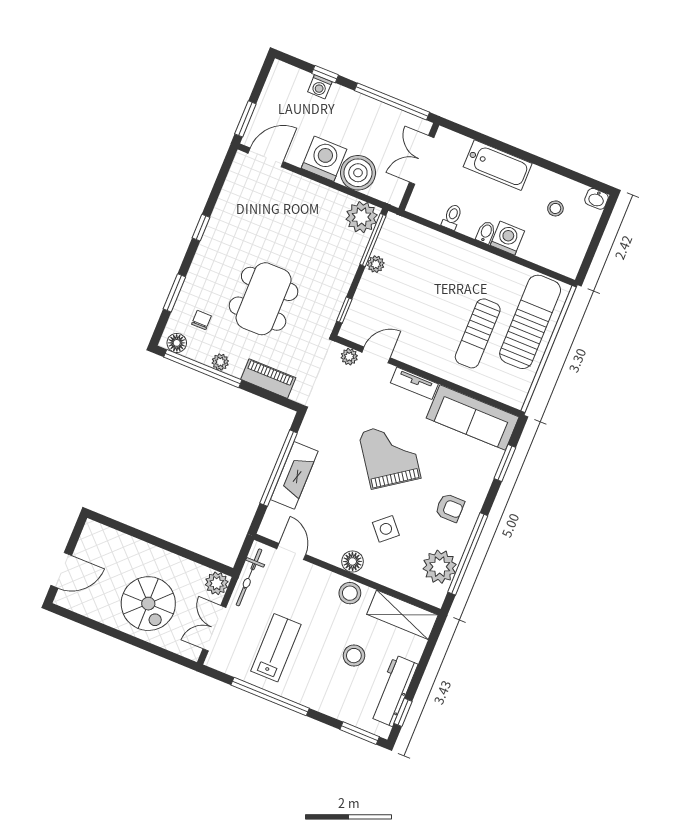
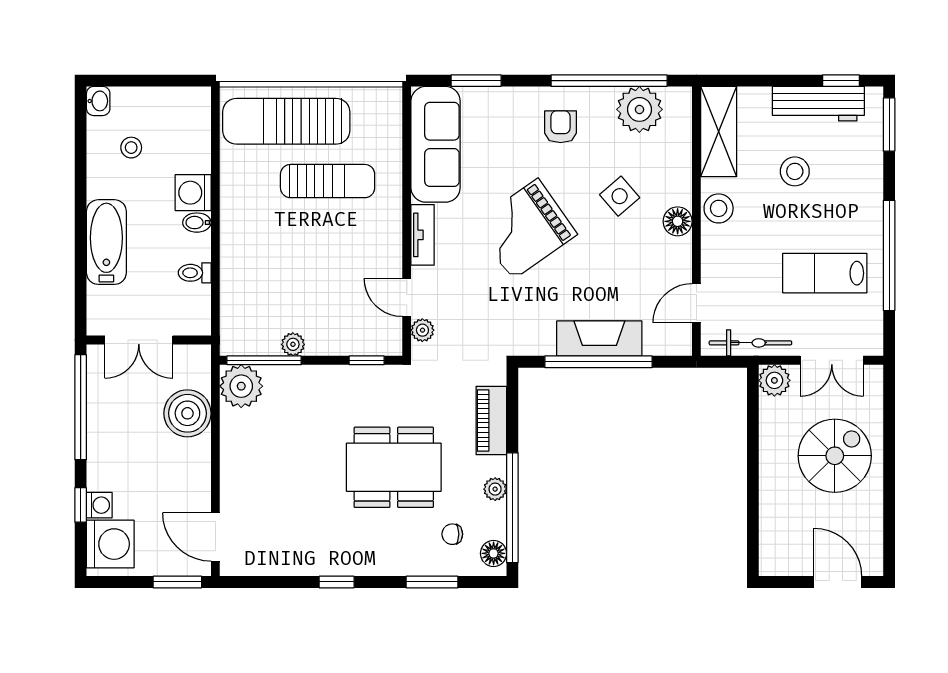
washing machine: (324, 159) -> (110, 544), moved, turned 180

